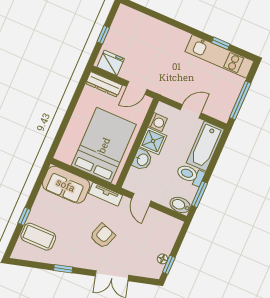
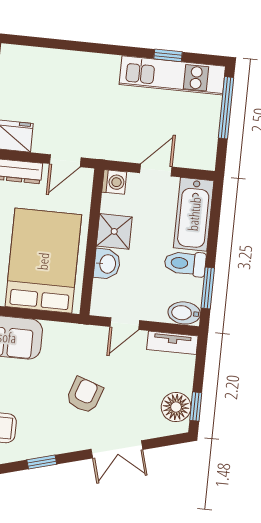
window: (240, 100) -> (226, 108), moved
washing machine: (158, 122) -> (114, 182), moved
tv unit: (106, 194) -> (172, 343), moved
door: (141, 200) -> (125, 324), hinge flipped
floor lamp: (162, 259) -> (176, 407), width x1.89, depth x1.89

